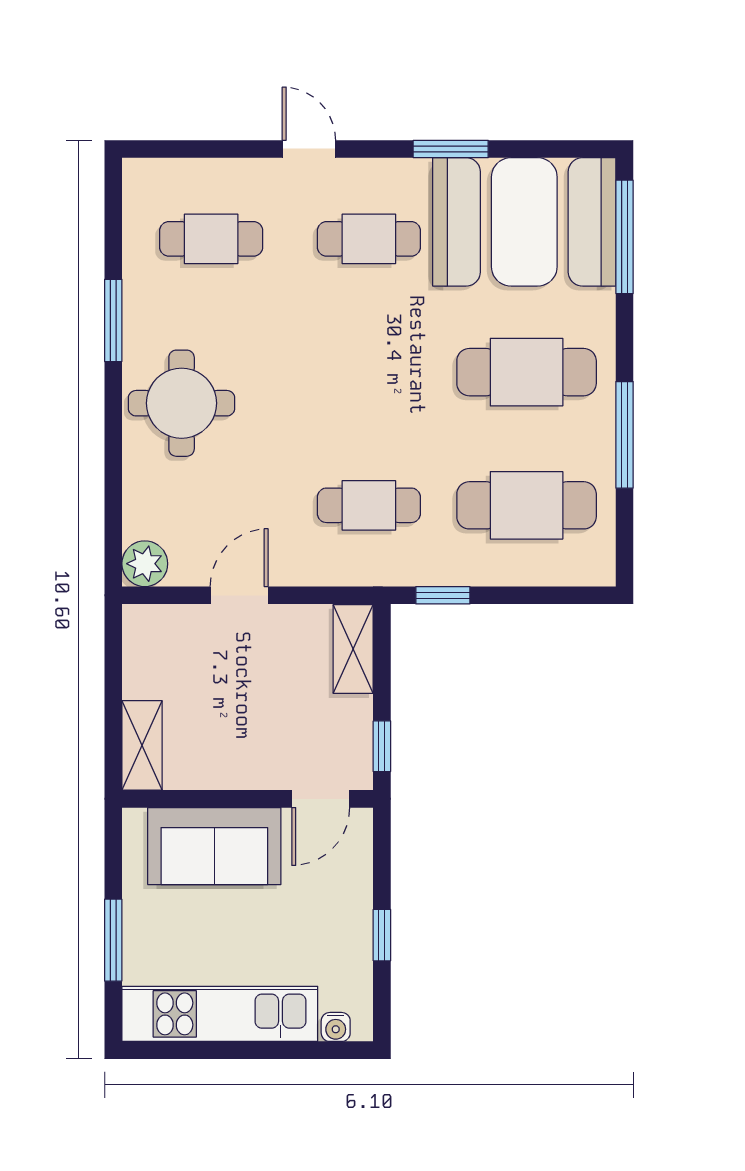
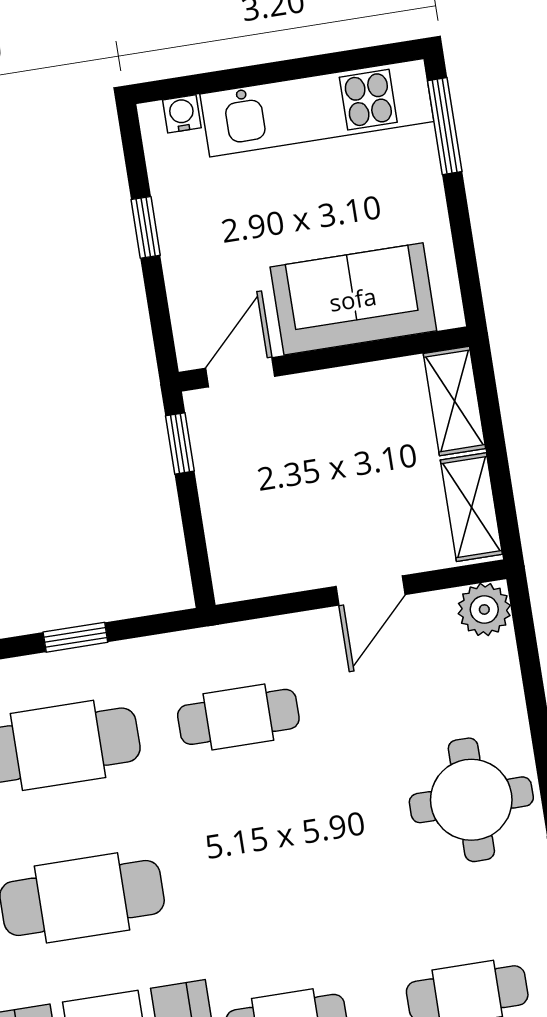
window: (443, 595) -> (75, 637), moved
shelving: (353, 649) -> (471, 507), moved
window: (113, 940) -> (445, 126), moved

